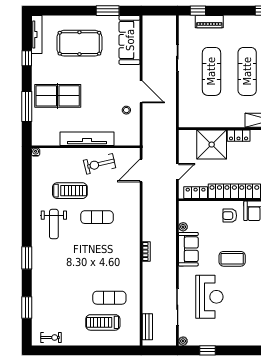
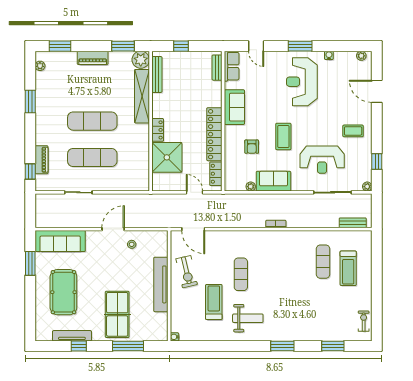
tv unit: (37, 34) -> (72, 336), moved
armchair: (230, 216) -> (252, 147), moved
reception desk: (209, 297) -> (322, 160), turned 180
coffee table: (238, 327) -> (353, 131), added

